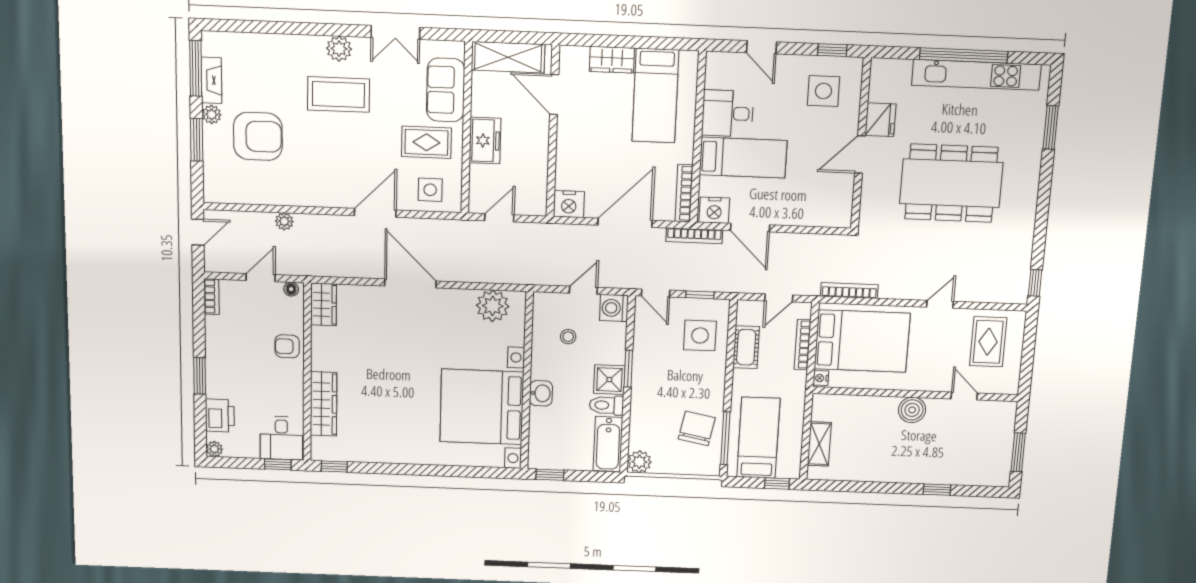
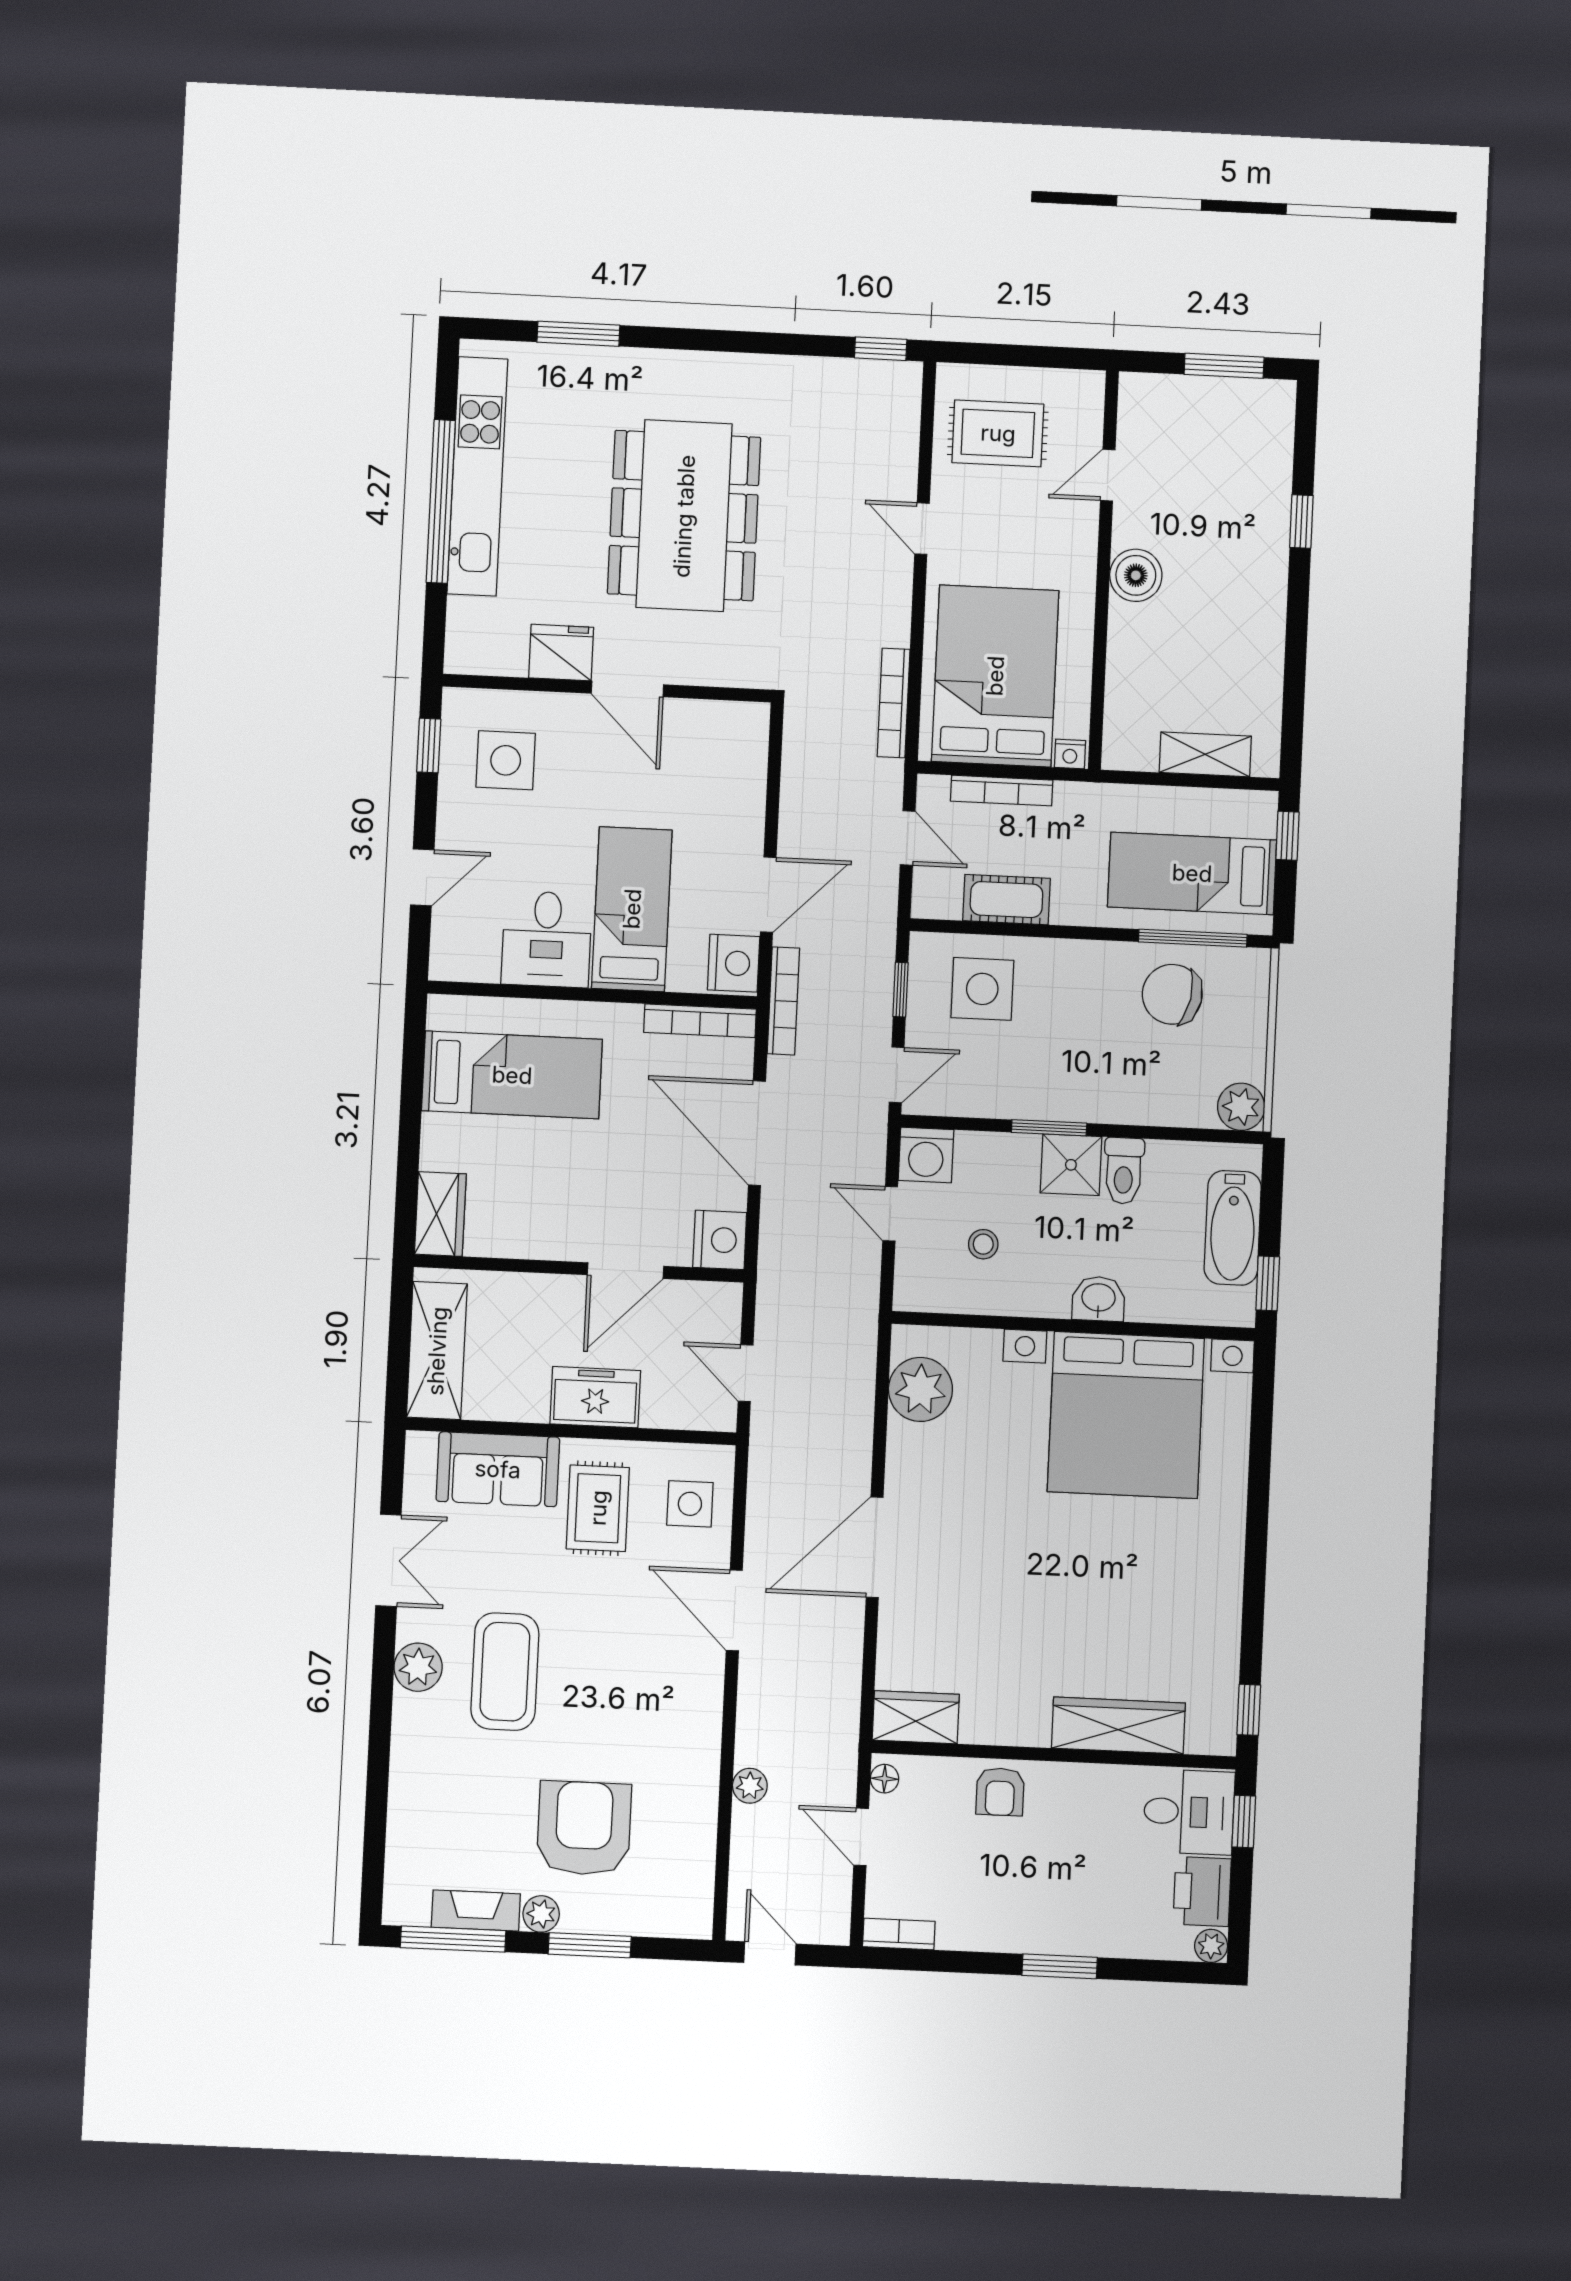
wardrobe: (612, 60) -> (440, 1214), moved
door: (554, 95) -> (626, 1271), moved
printer: (220, 416) -> (1202, 1891), moved, turned -90
bathtub: (608, 444) -> (1233, 1228), moved, turned 90

